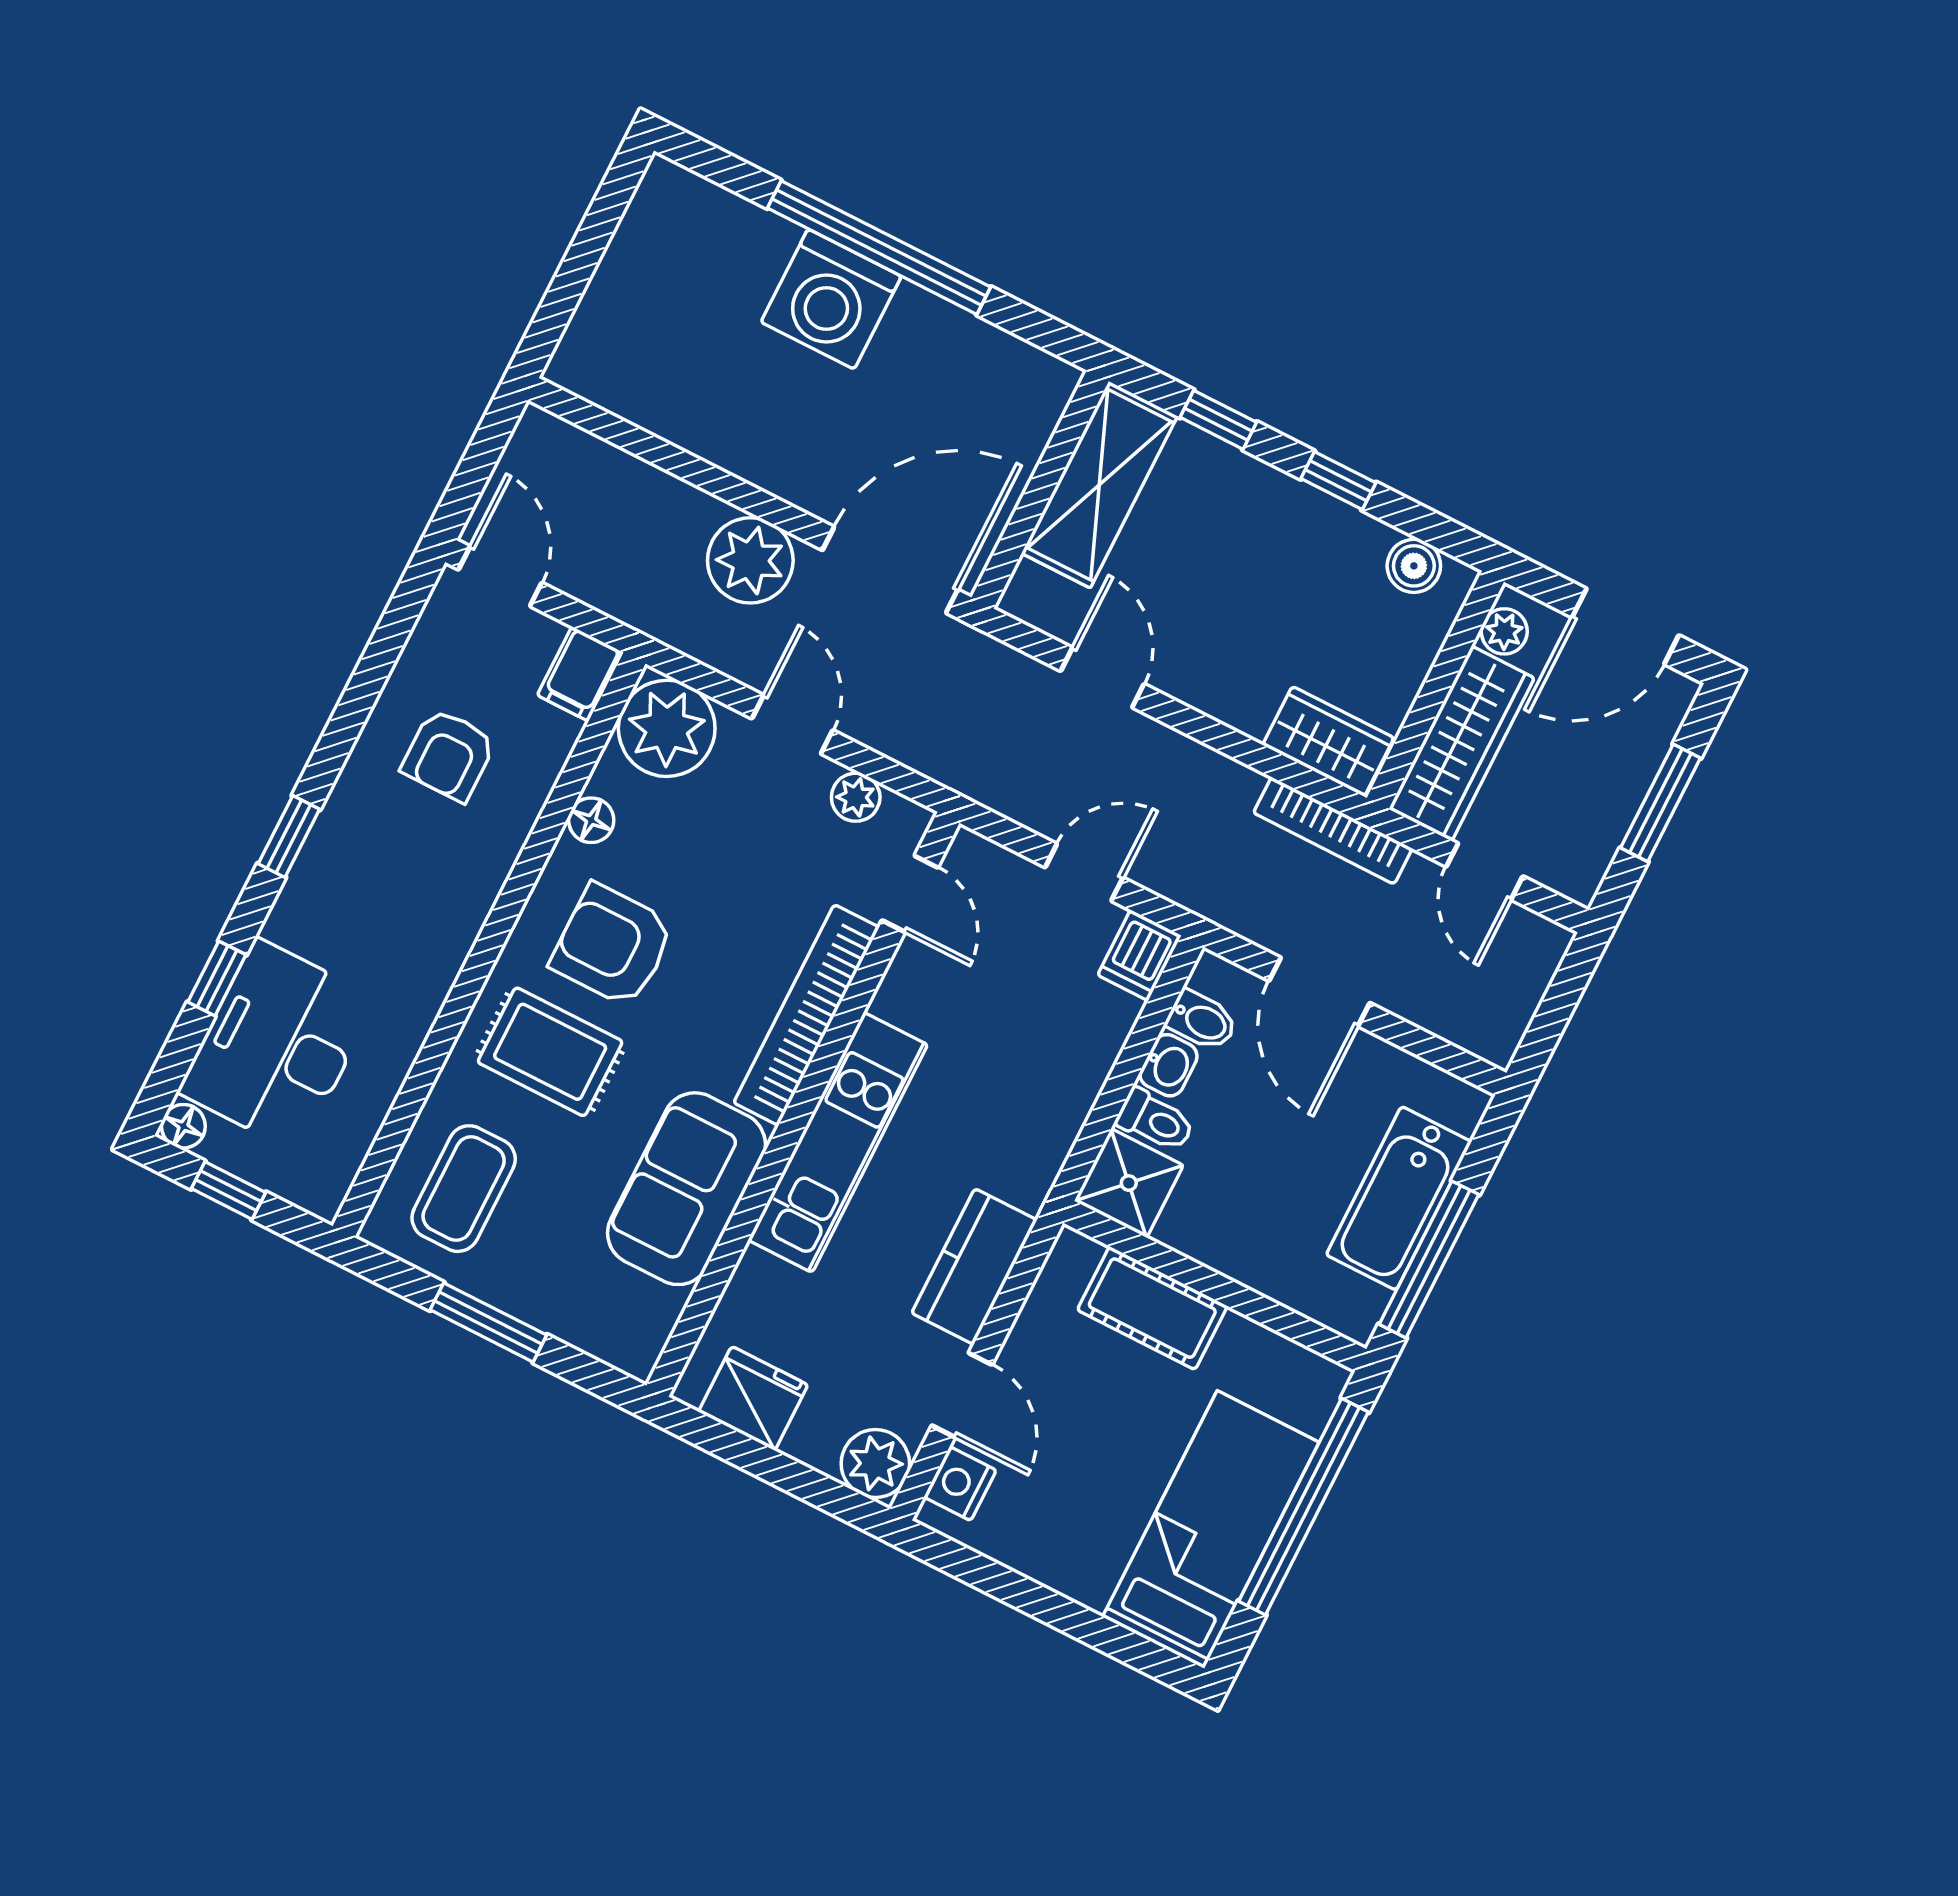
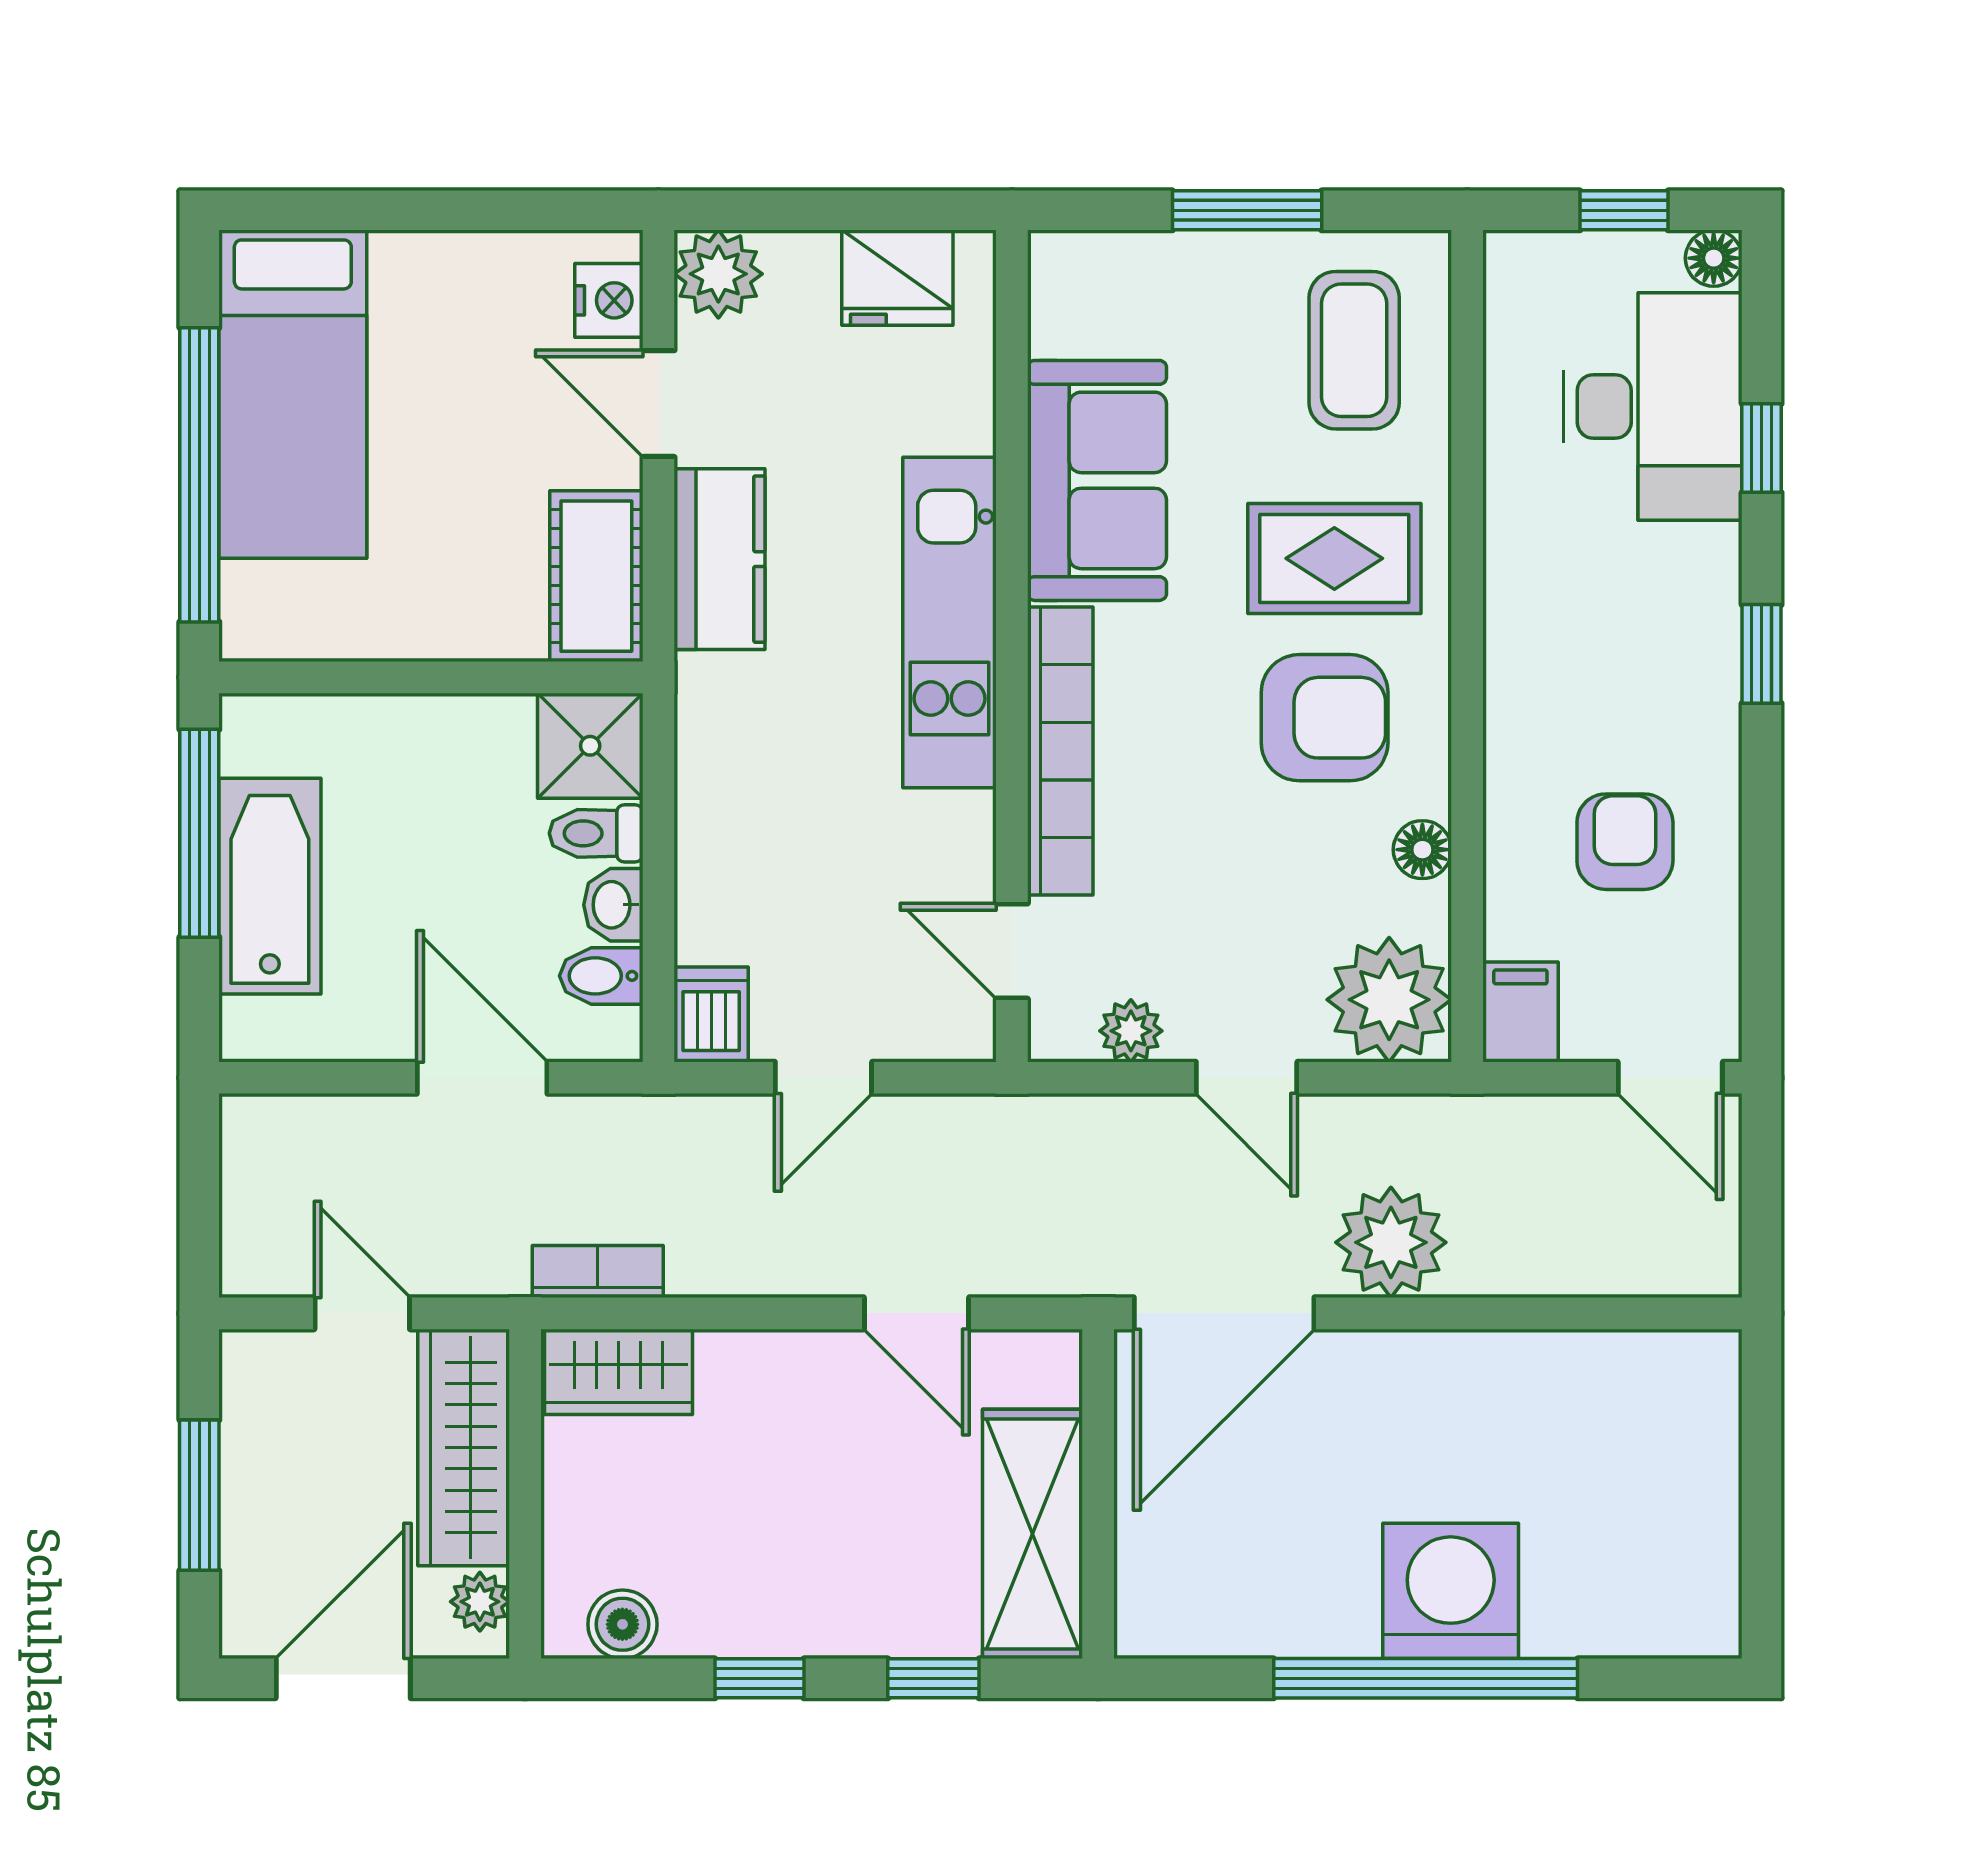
bookcase: (1333, 831) -> (598, 1271), width x0.64
cot: (1152, 1308) -> (596, 576), moved, turned 90

